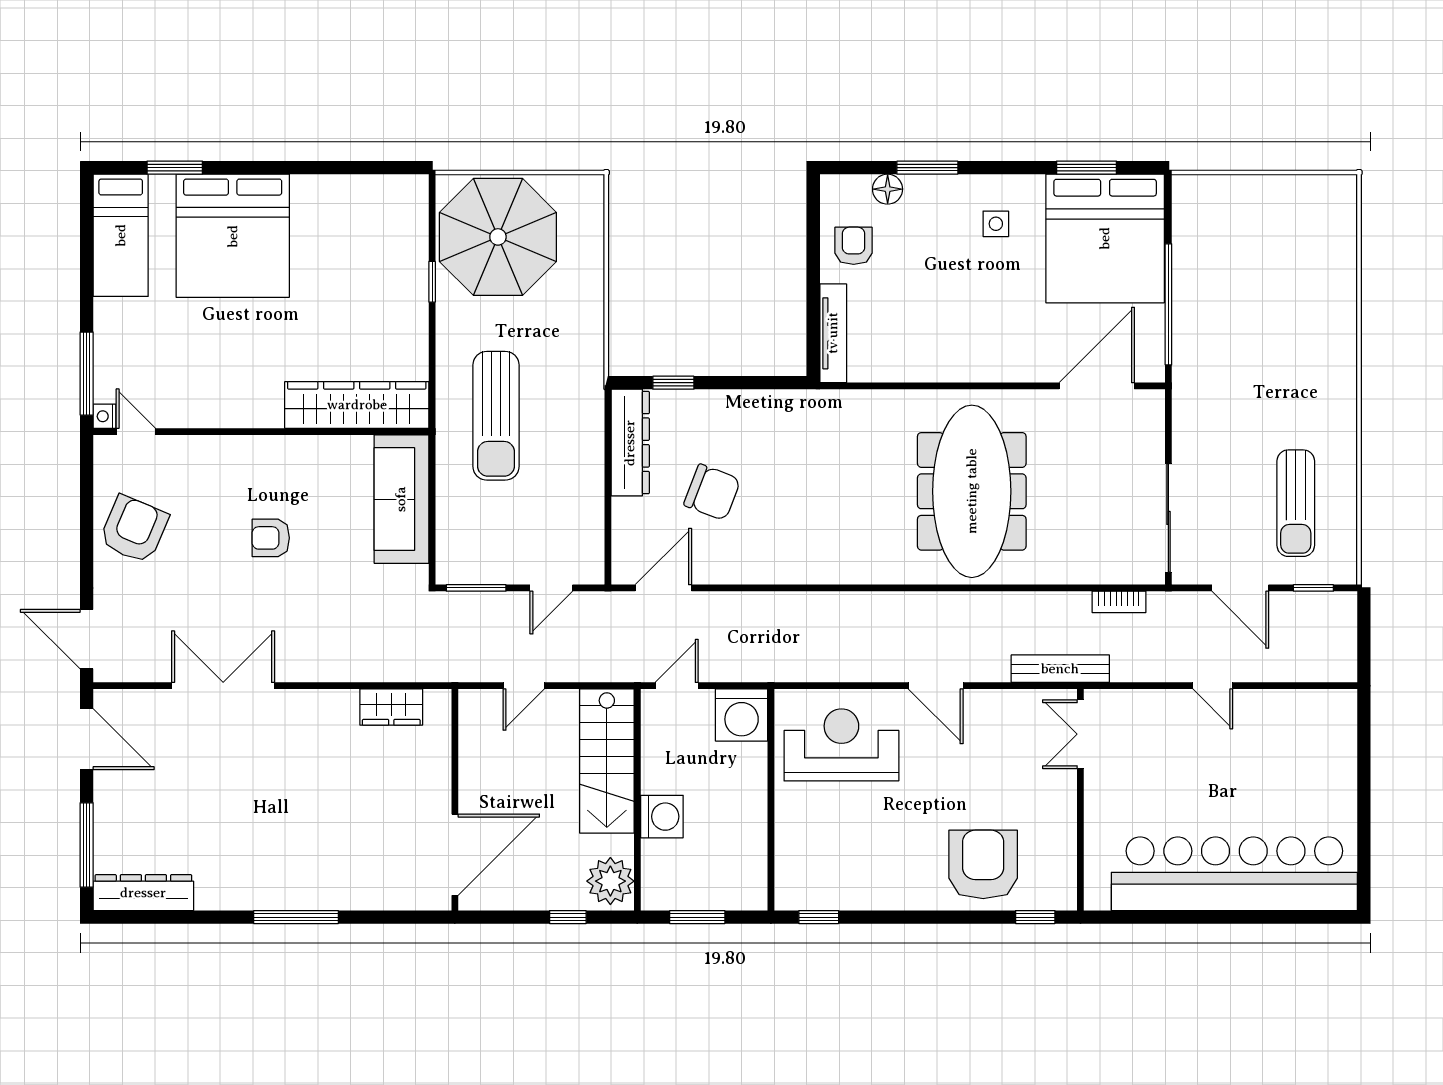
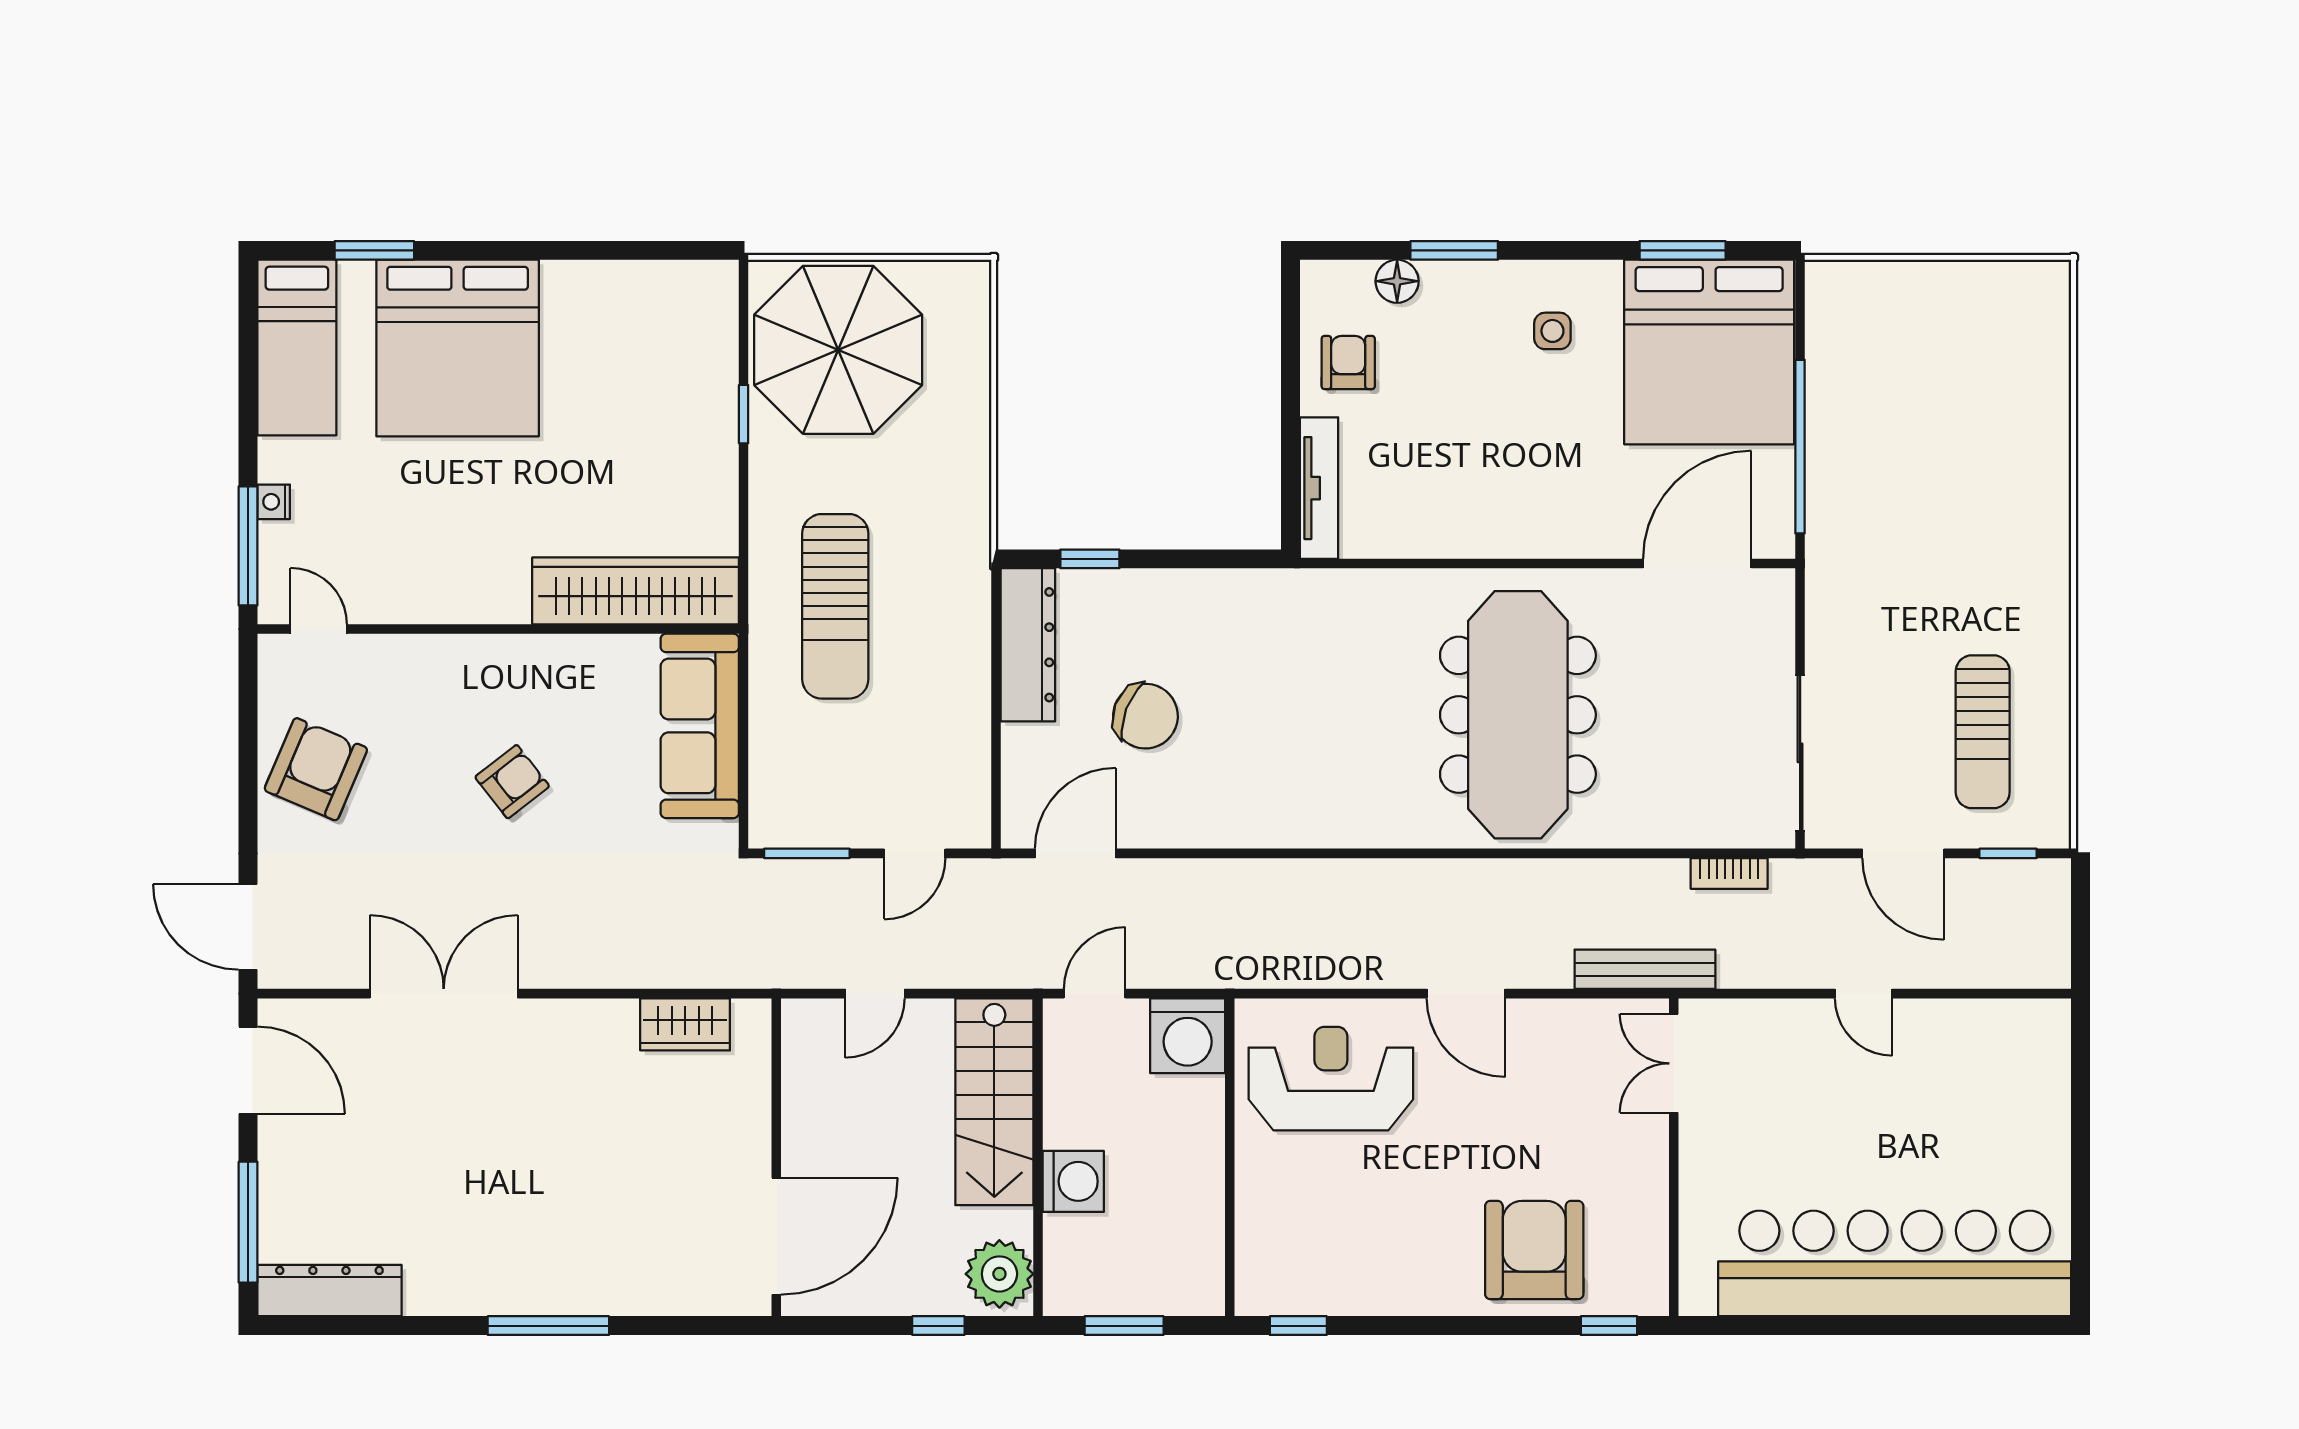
nightstand: (105, 416) -> (274, 502), moved
armchair: (271, 538) -> (512, 782), turned 142

